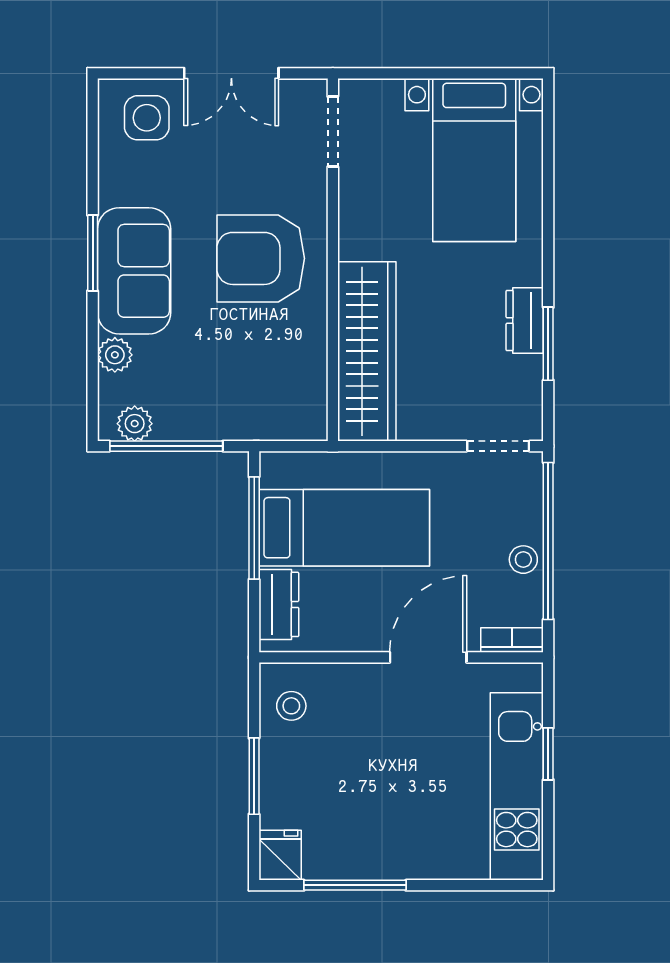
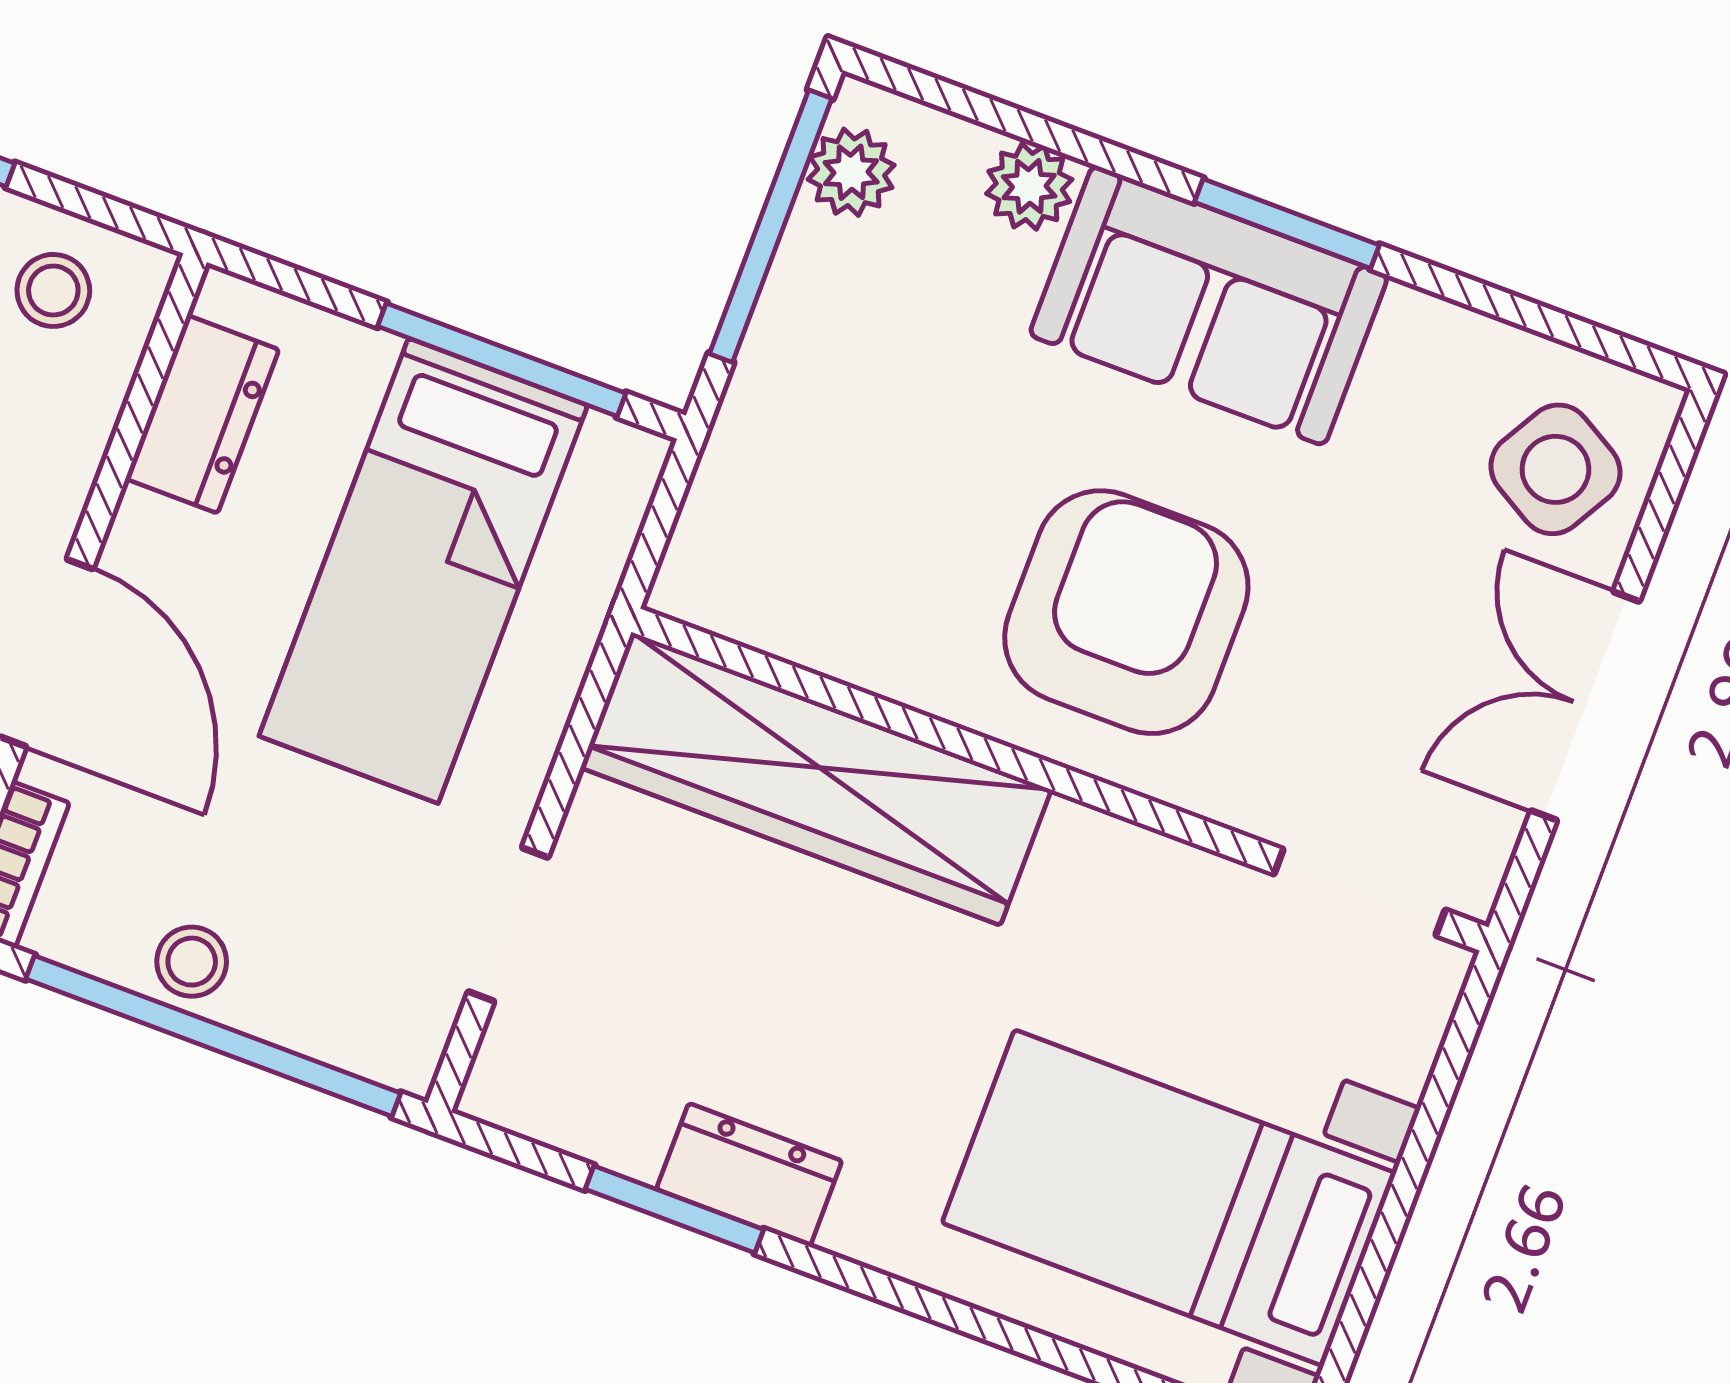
side table: (147, 118) -> (1555, 469), turned 30
doorway: (498, 446) -> (508, 924), moved
dresser: (279, 604) -> (202, 414), moved, turned -90

